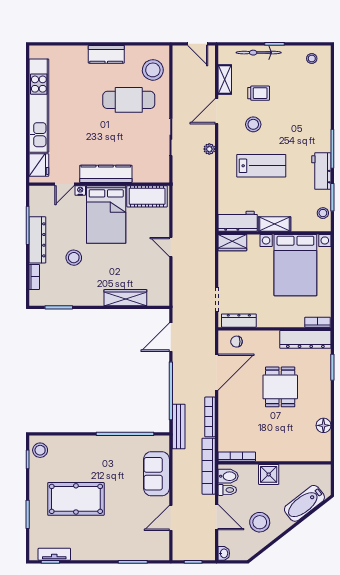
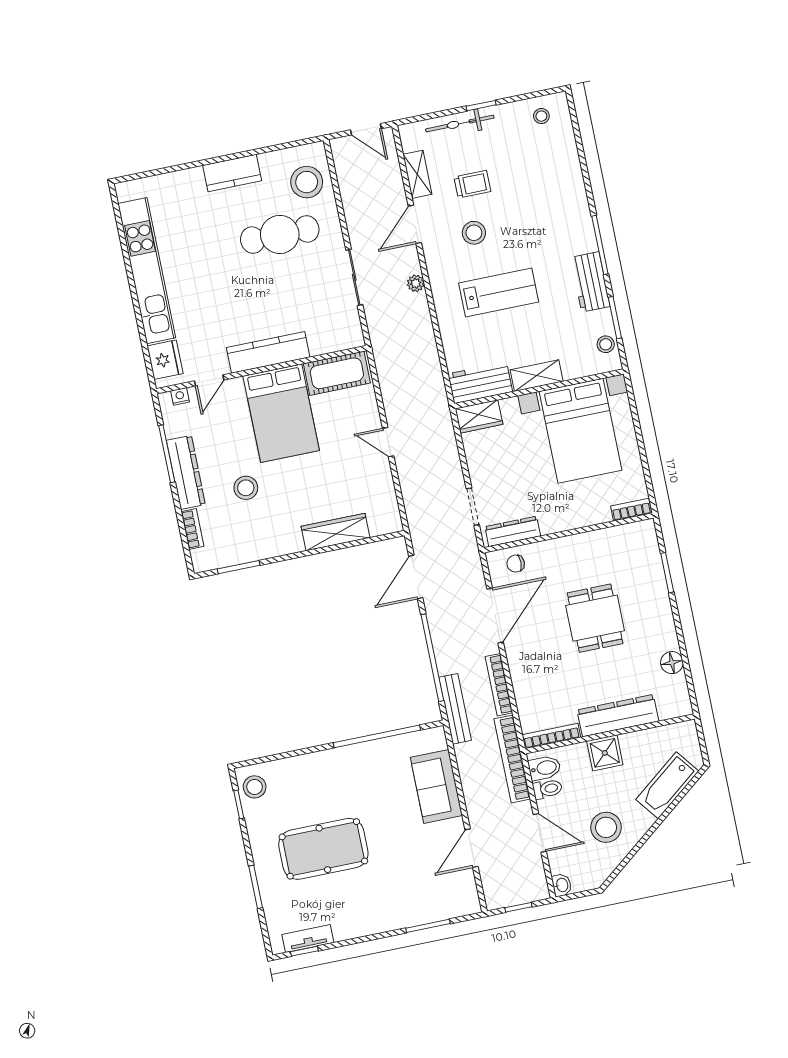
nightstand: (80, 190) -> (180, 396), moved
dresser: (305, 339) -> (618, 716), moved, turned 180

